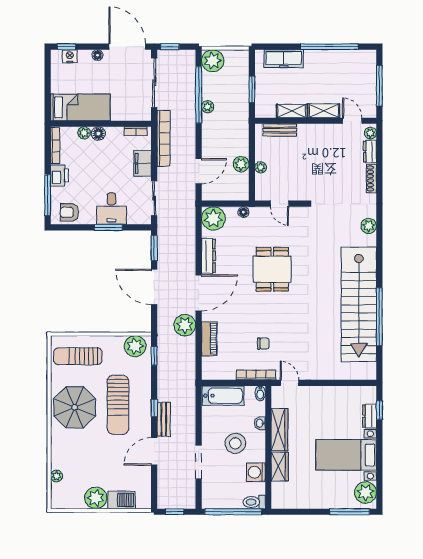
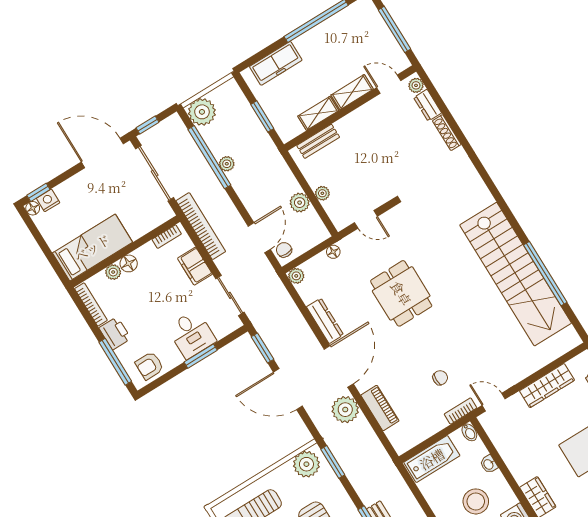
floor lamp: (97, 55) -> (33, 208), moved
chair: (210, 190) -> (284, 250), added
plant: (213, 218) -> (296, 276), width x0.53, depth x0.53
plant: (369, 226) -> (475, 185), removed
window: (154, 356) -> (333, 462), width x1.50
bookcase: (256, 375) -> (461, 411), width x0.64
wardrobe: (279, 430) -> (547, 386), moved, turned 90

